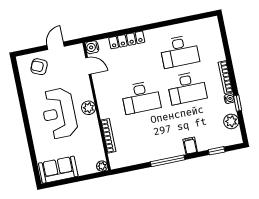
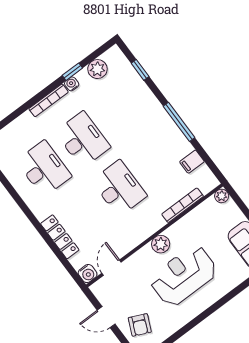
reception desk: (59, 113) -> (183, 276), turned 180
filing cabinet: (190, 146) -> (192, 162), moved

